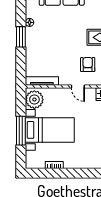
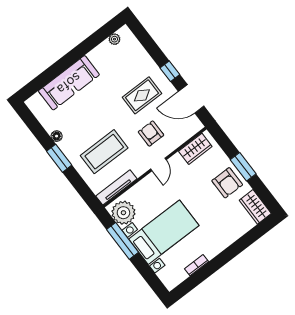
coffee table: (51, 54) -> (104, 152), added
door: (78, 87) -> (158, 164), hinge flipped
window: (21, 131) -> (123, 241), moved

